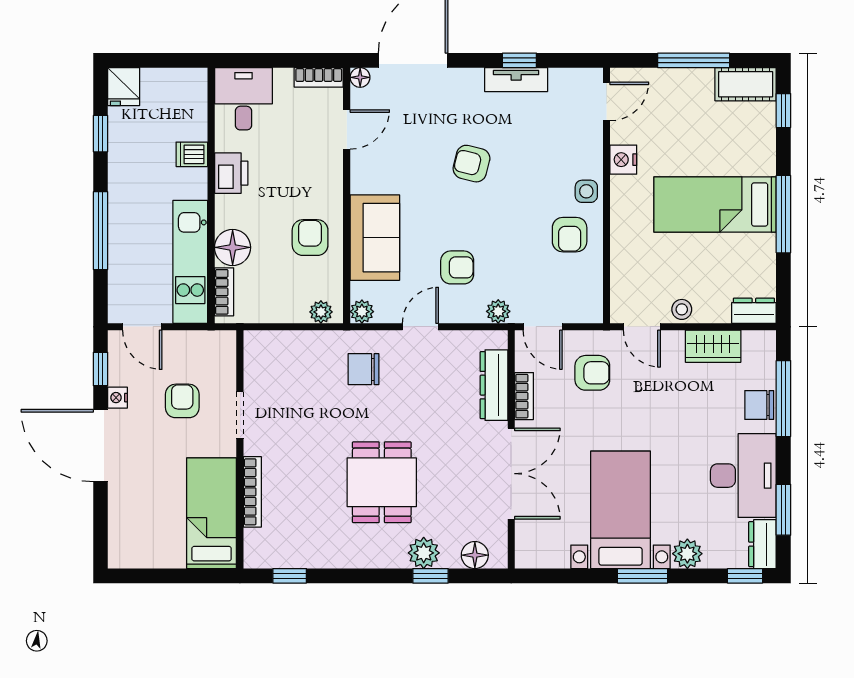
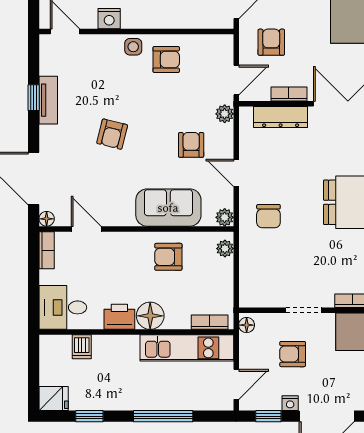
dishwasher: (192, 154) -> (82, 347), moved
floor lamp: (233, 247) -> (150, 316), moved
floor lamp: (220, 340) -> (247, 325), added

